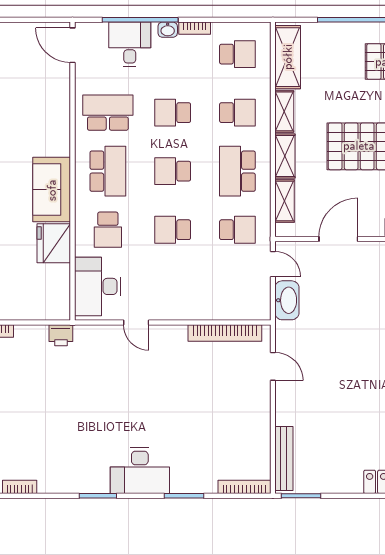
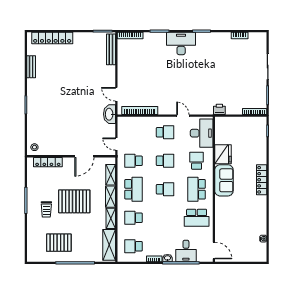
school desk: (173, 113) -> (165, 132), moved
washbasin: (287, 300) -> (109, 114), moved

